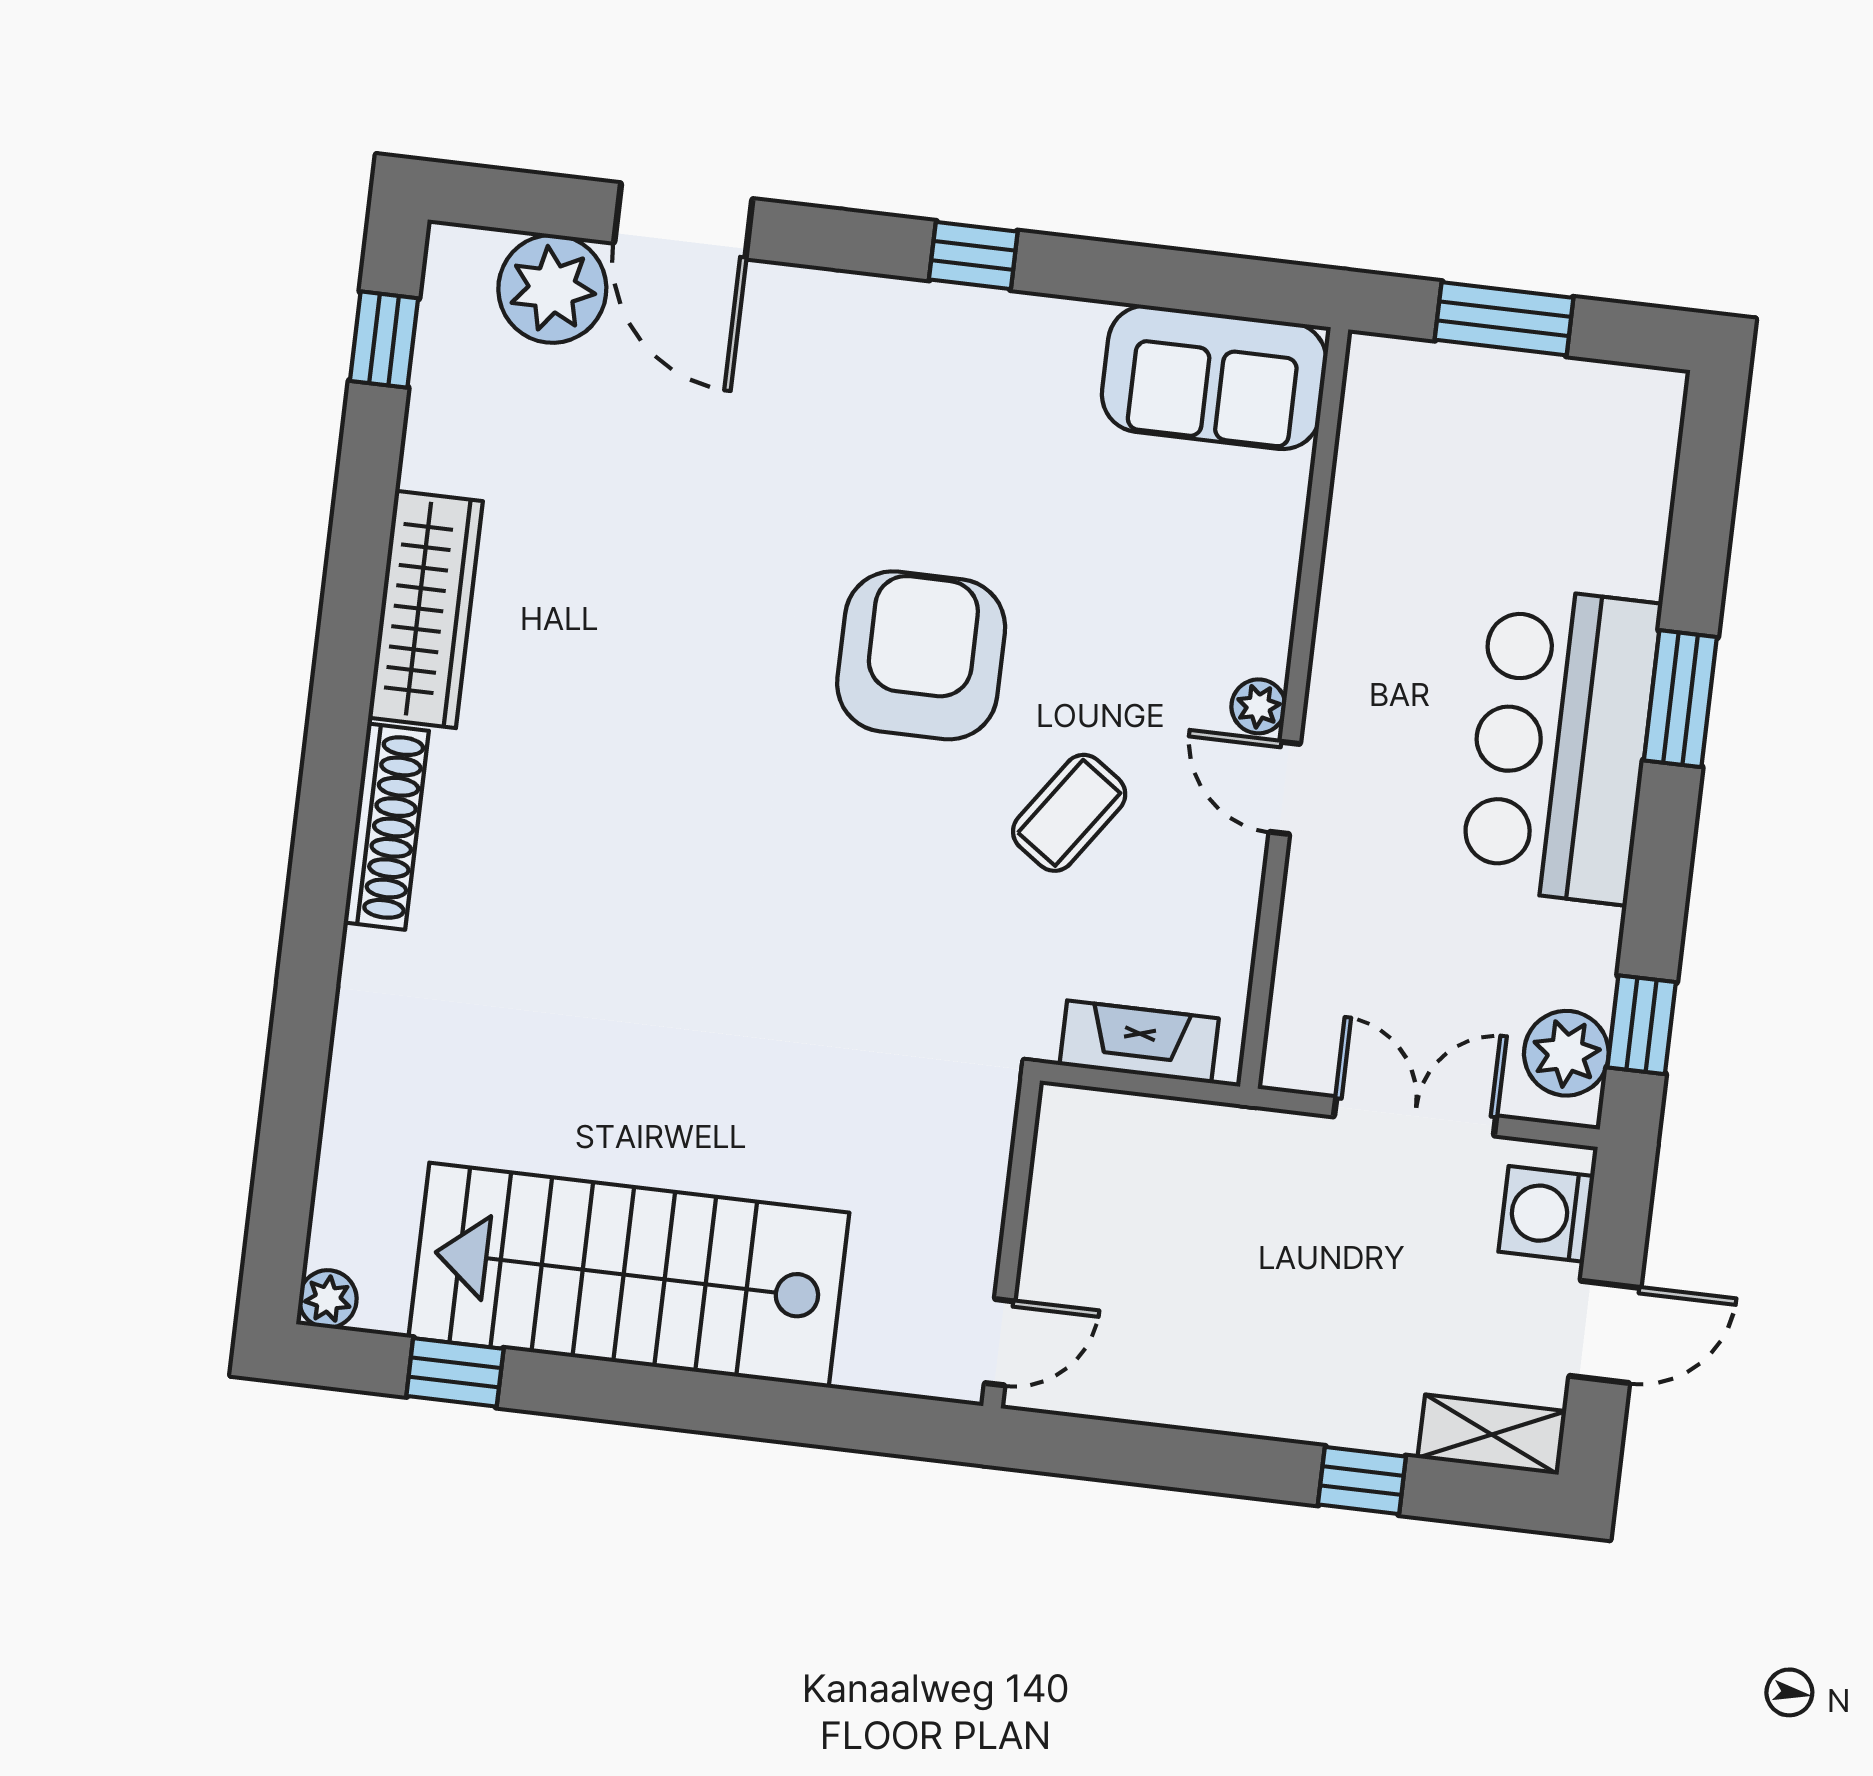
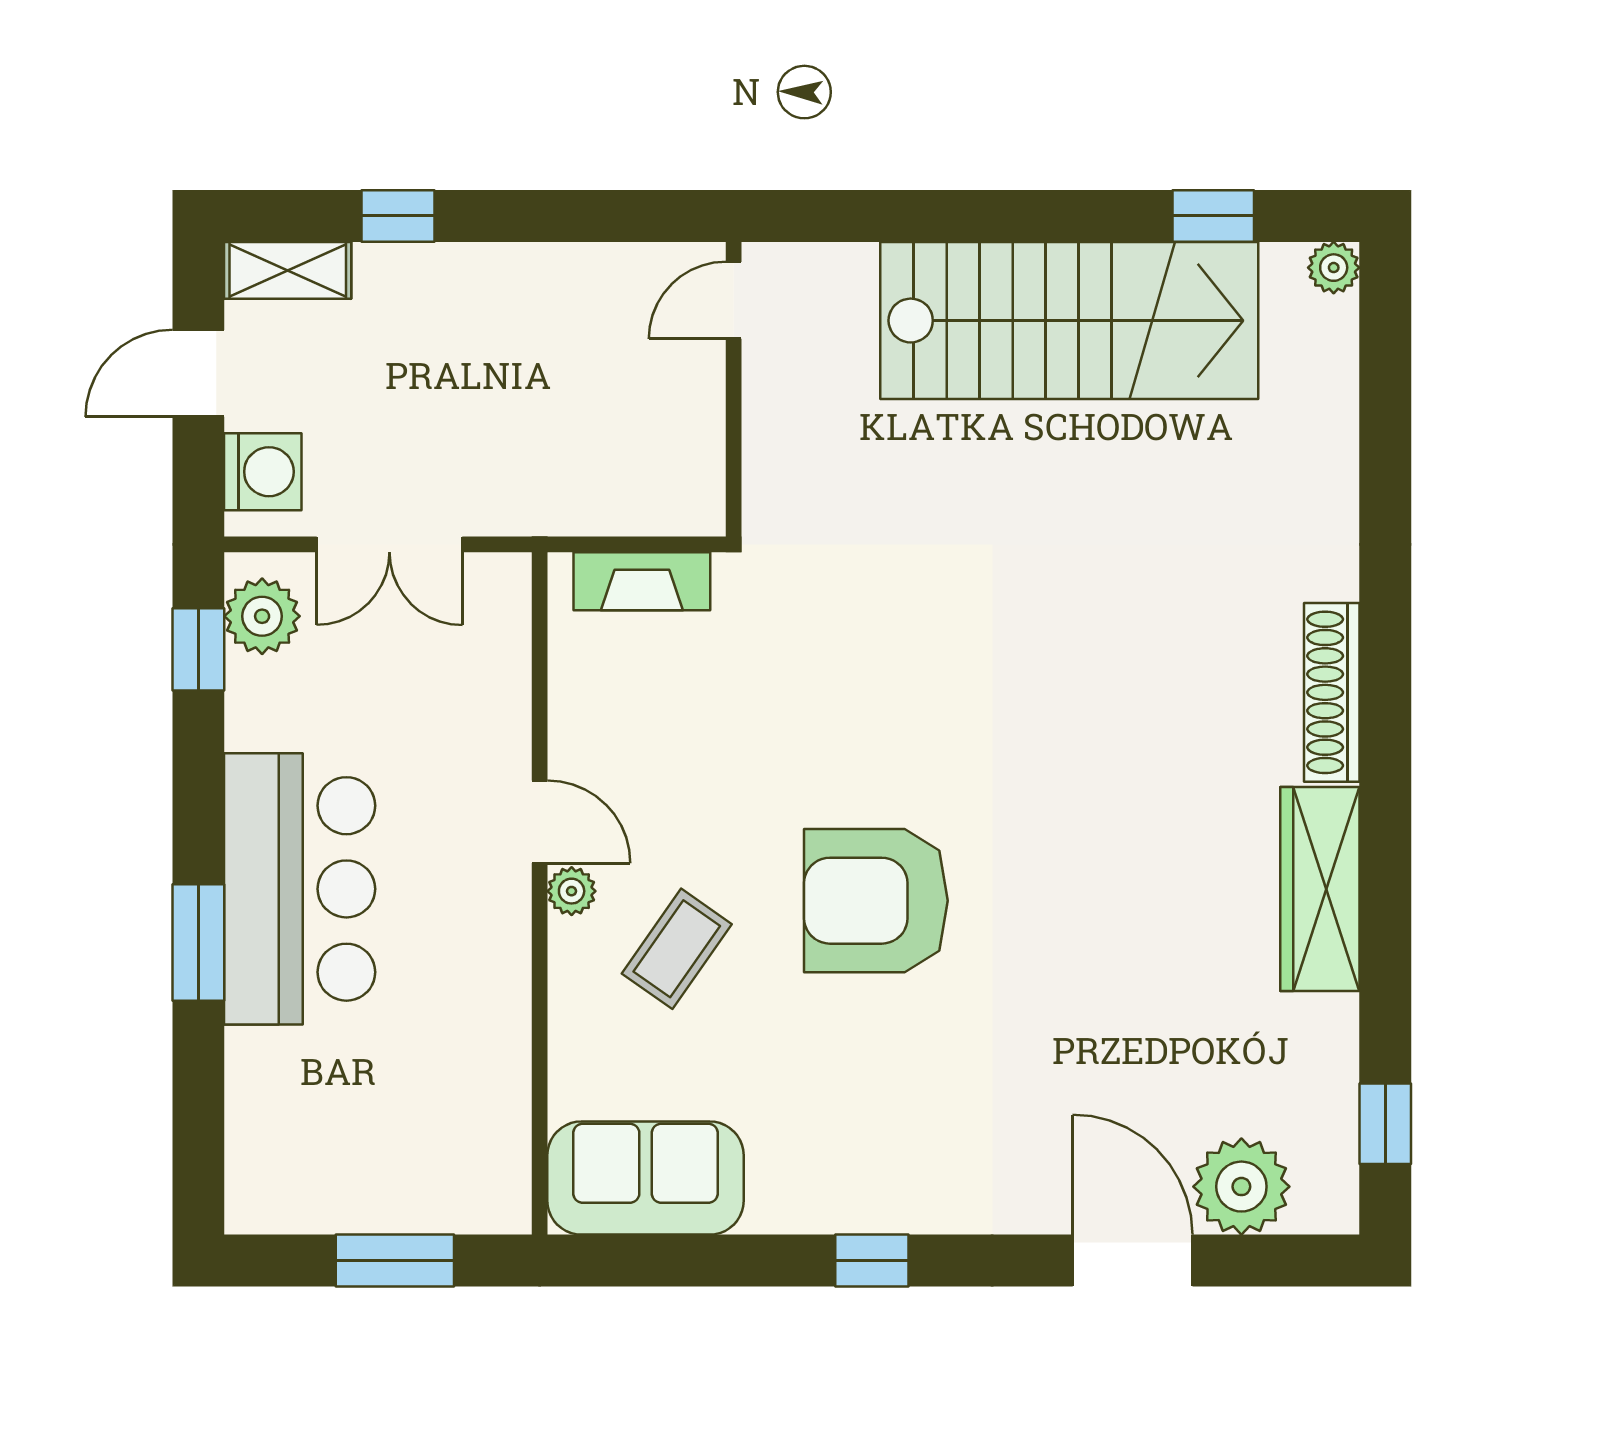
armchair: (921, 655) -> (876, 901), turned 90
coffee table: (1069, 813) -> (677, 949), moved

